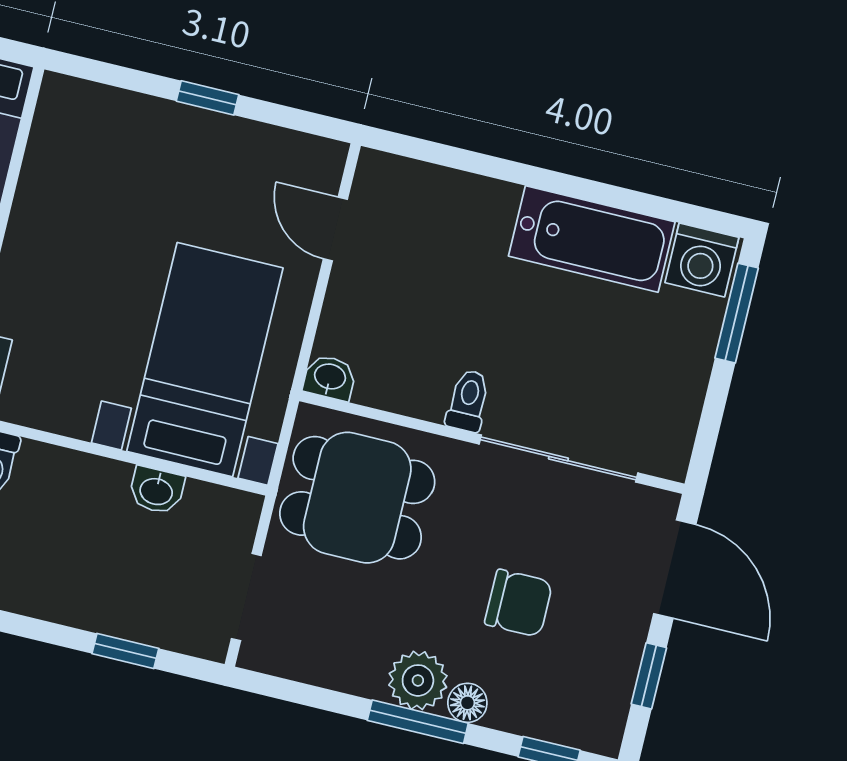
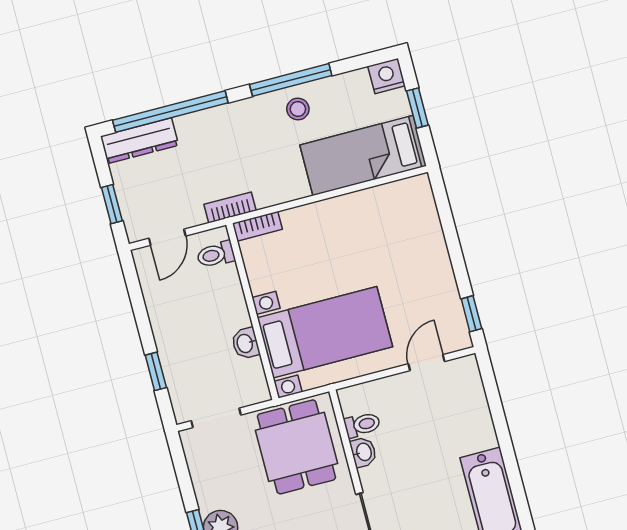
window: (208, 98) -> (471, 314), moved
washbasin: (330, 378) -> (363, 452), moved
toilet: (468, 401) -> (362, 425), moved

